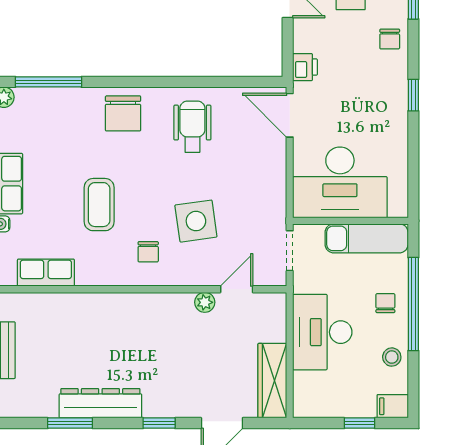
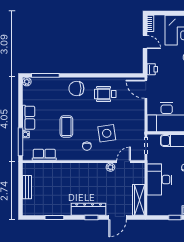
chair: (123, 113) -> (76, 88), turned 90
wheelchair: (192, 127) -> (105, 94), turned -90
dresser: (100, 403) -> (89, 209), moved

